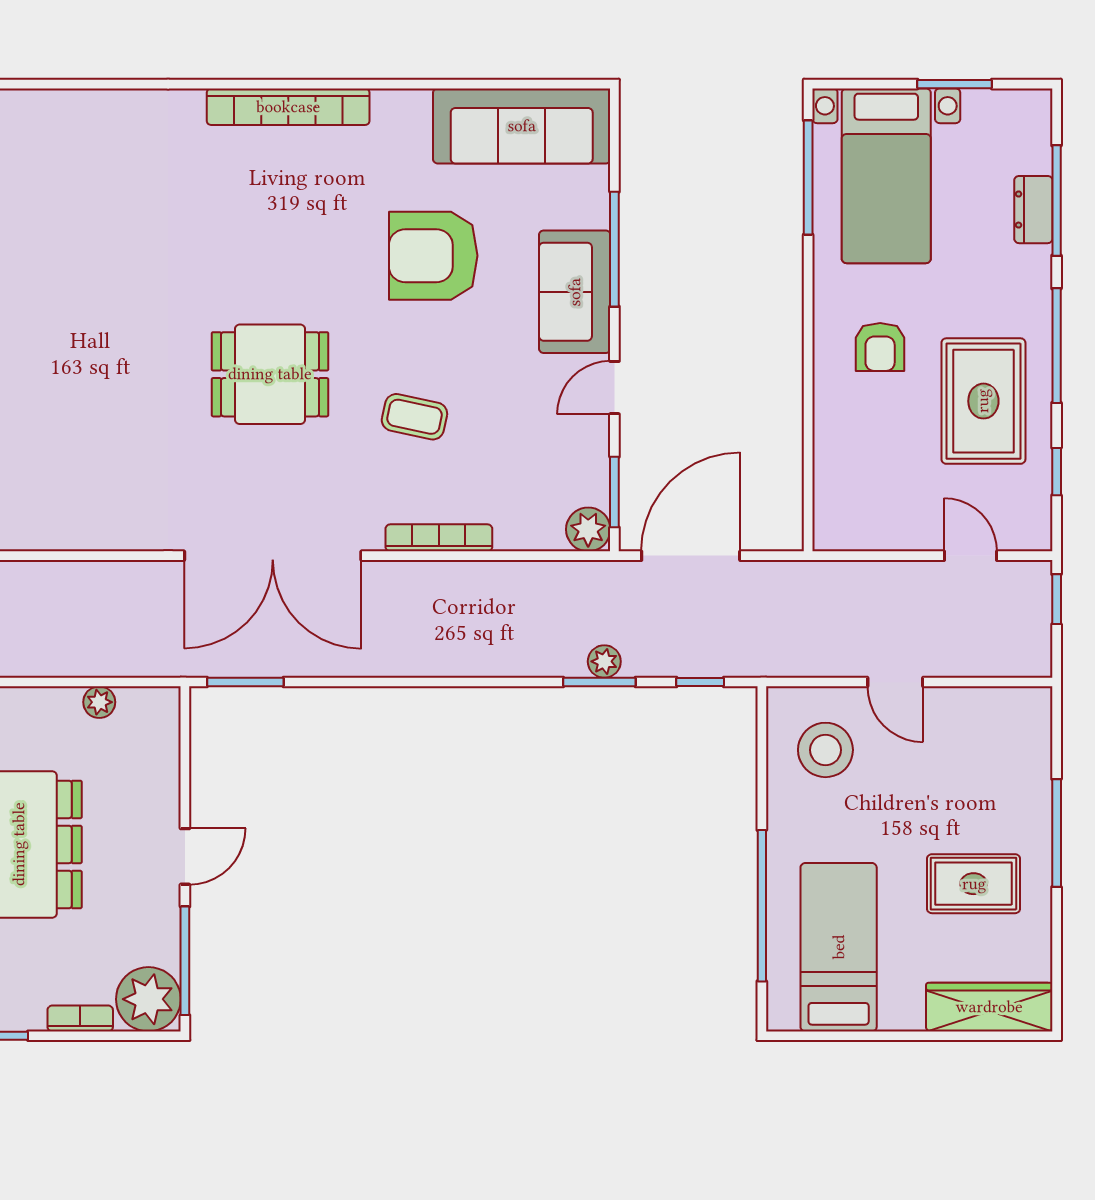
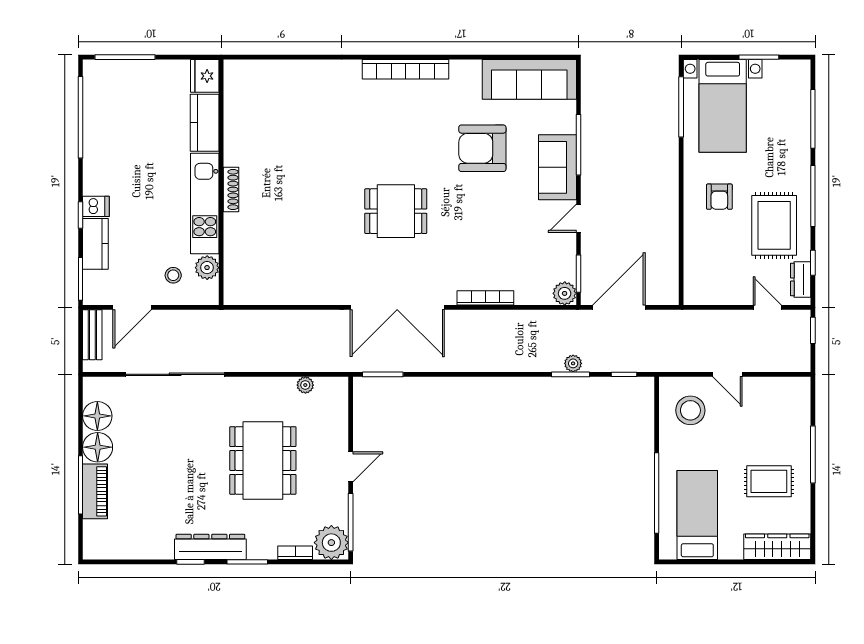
dresser: (1033, 210) -> (801, 279), moved
coffee table: (414, 417) -> (472, 234), removed

